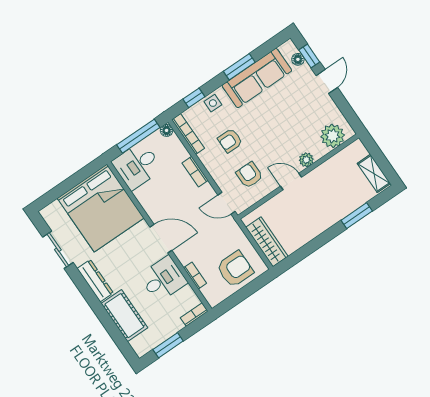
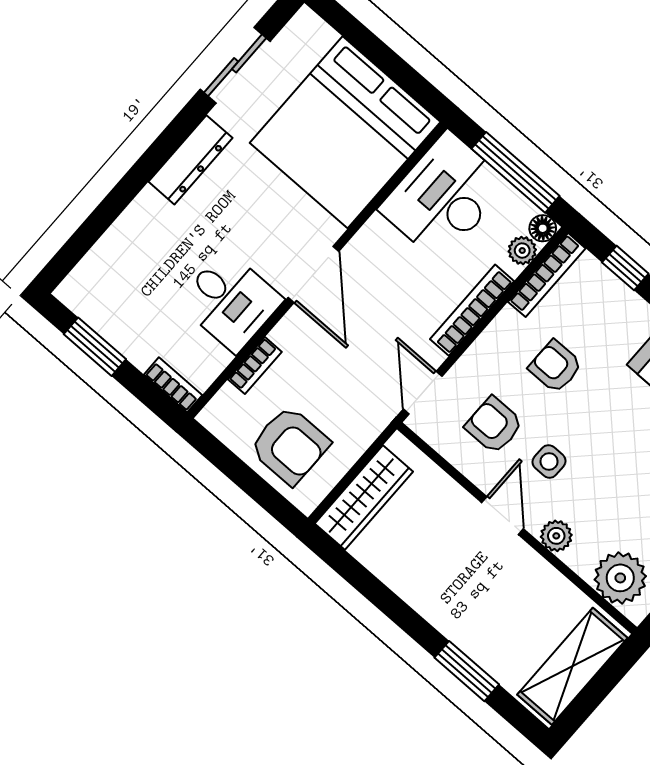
side table: (213, 103) -> (549, 462), moved
plant: (174, 142) -> (522, 251), added
desk: (137, 166) -> (444, 197), width x1.37
bookcase: (195, 172) -> (472, 310), width x1.56
shelving: (374, 173) -> (572, 666), width x1.50, depth x1.33
armchair: (249, 175) -> (494, 425), turned -90
cot: (124, 316) -> (133, 240), removed

